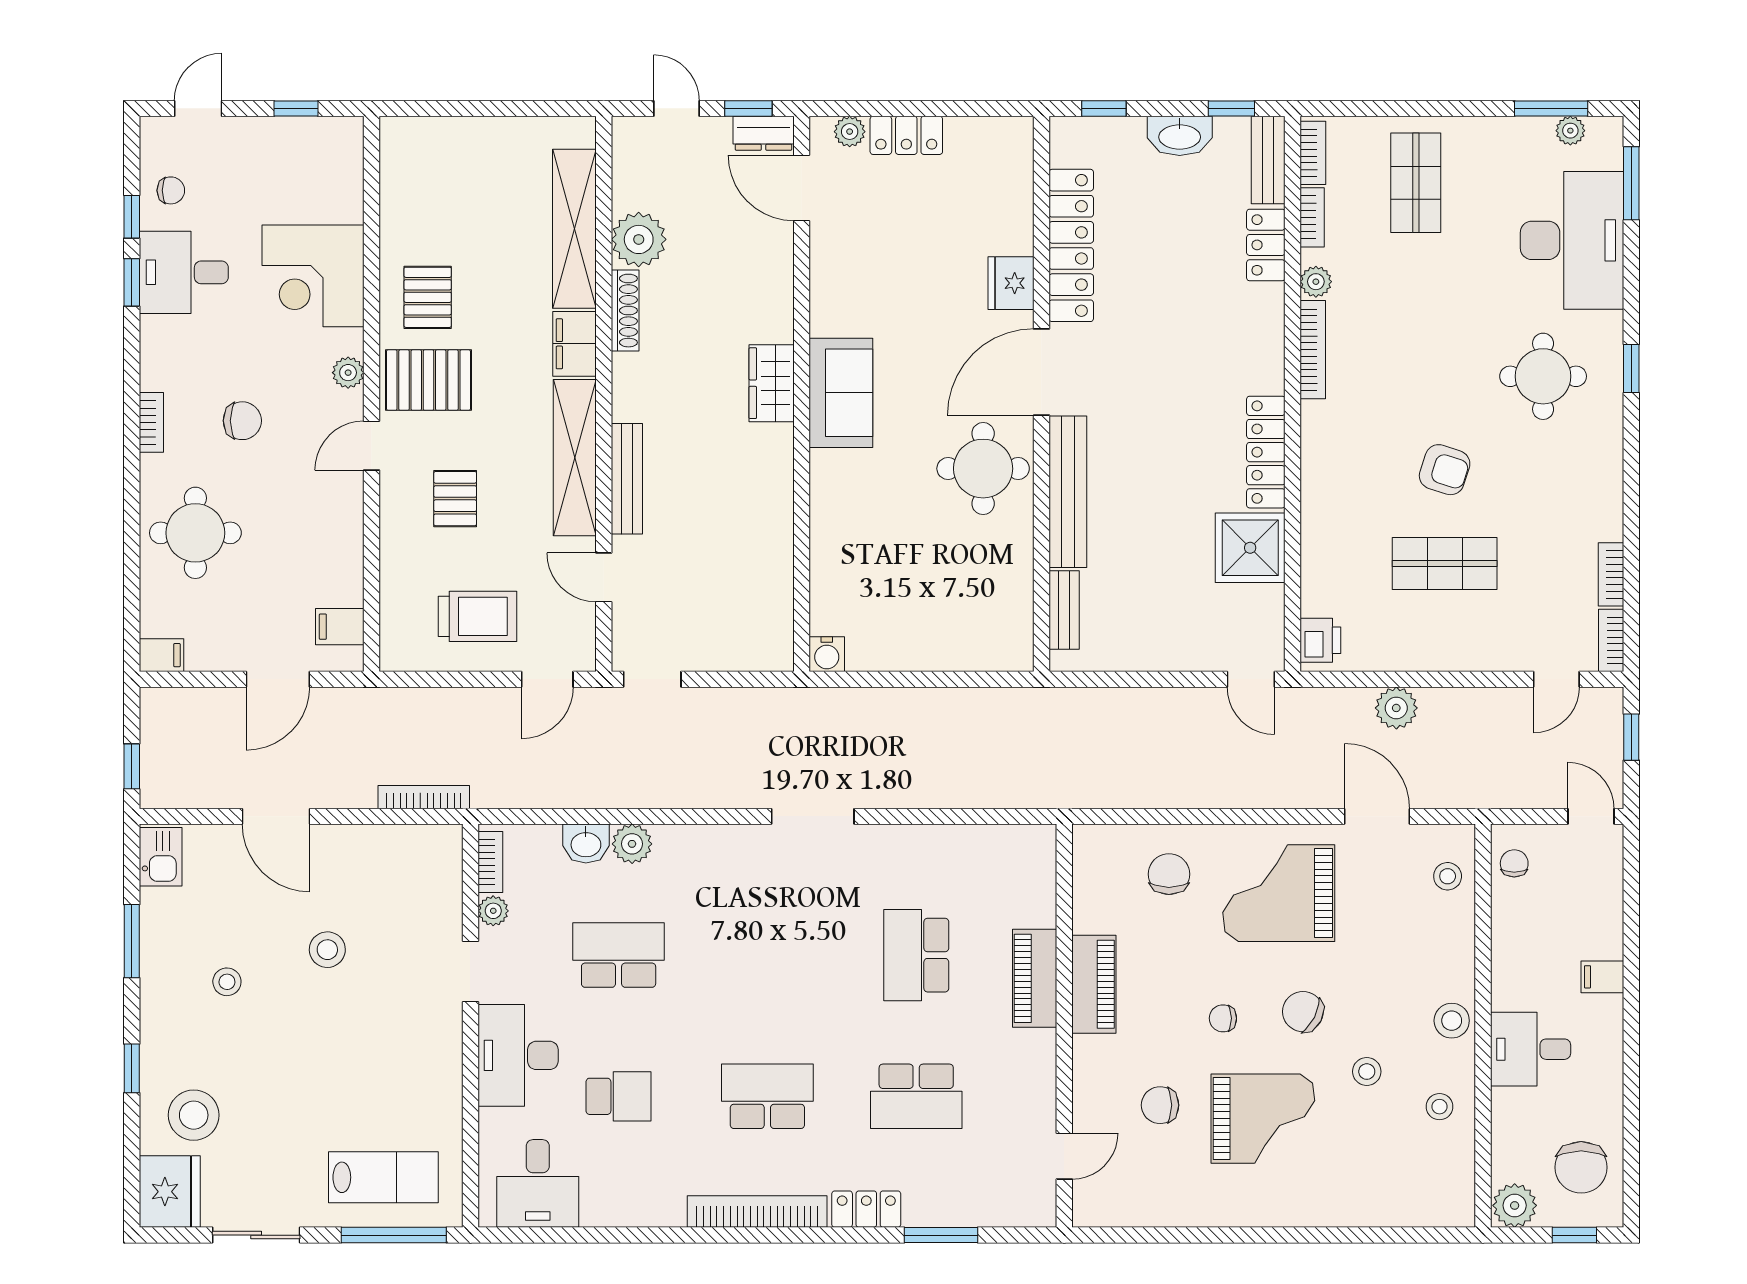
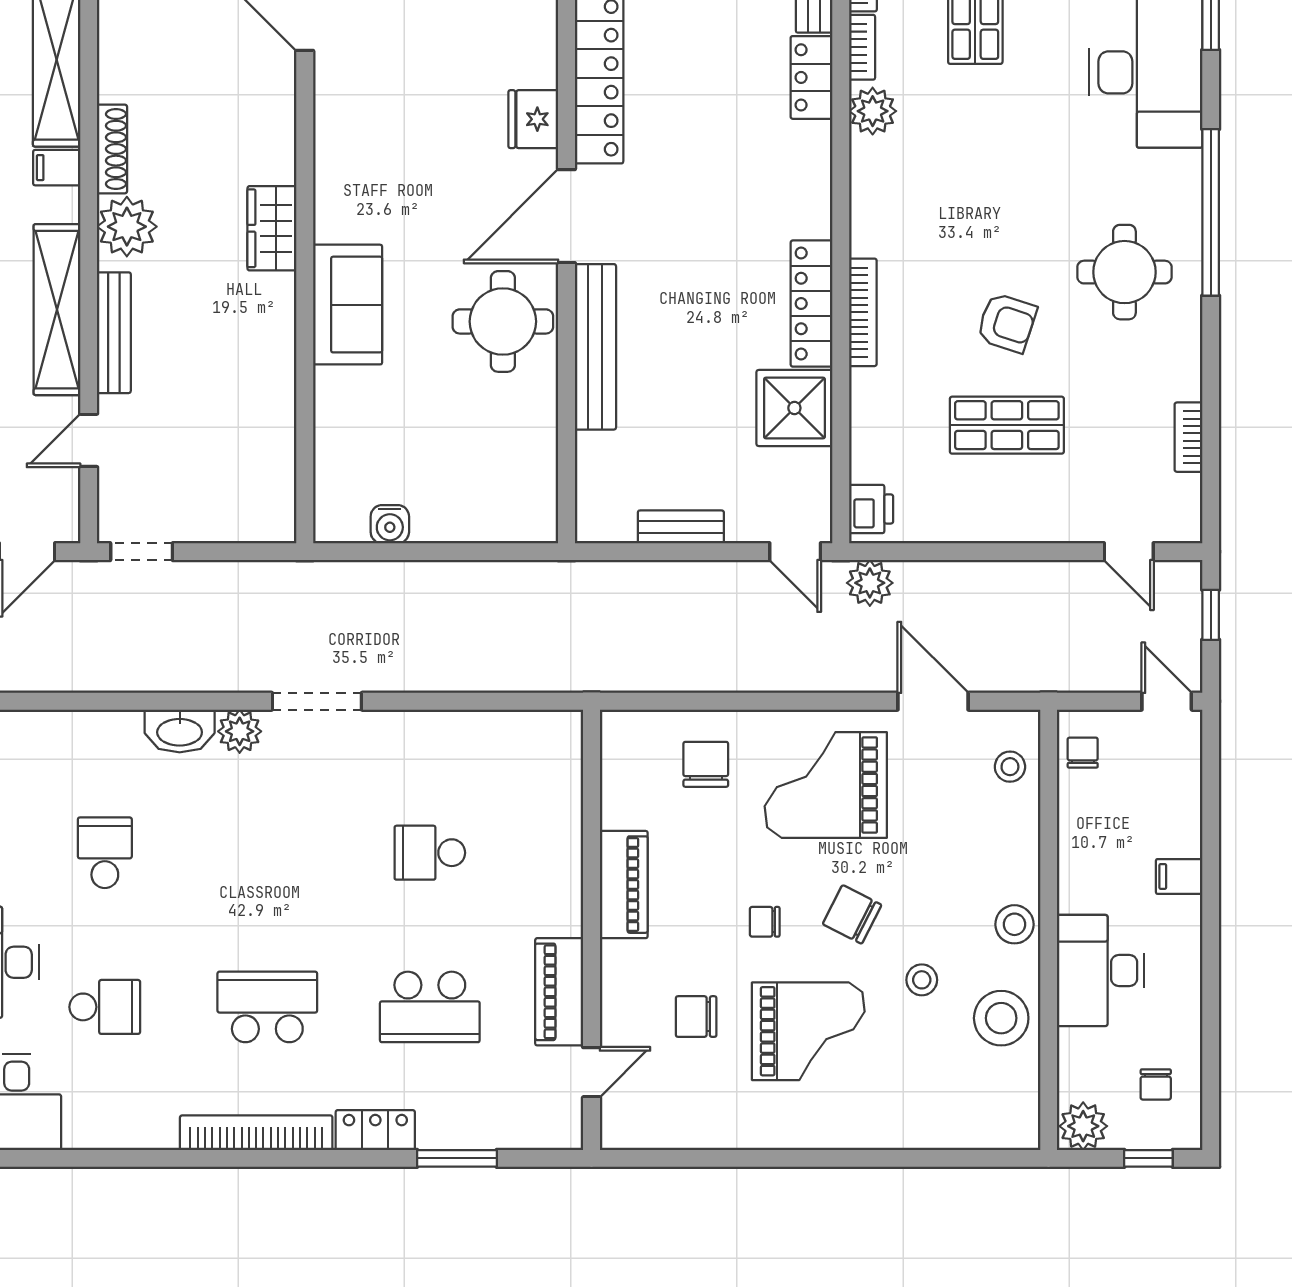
plant: (639, 239) -> (127, 227), moved
plant: (1316, 282) -> (873, 111), width x1.38, depth x1.38
filing cabinet: (574, 344) -> (57, 168), width x0.50
bookcase: (1313, 350) -> (863, 312), moved
window: (1631, 369) -> (1211, 212), width x3.17
round table: (1543, 376) -> (1124, 272), moved
sofa: (841, 393) -> (348, 305), moved
door: (604, 577) -> (89, 440), hinge flipped
bench: (1064, 610) -> (681, 527), moved, turned 90
bookcase: (1611, 640) -> (1189, 509), removed
water cooler: (827, 654) -> (390, 524), moved
door: (1556, 679) -> (1129, 552), hinge flipped
plant: (1396, 708) -> (870, 583), moved
washbasin: (586, 844) -> (180, 731), moved, width x1.38
plant: (632, 844) -> (240, 731), moved
school desk: (619, 955) -> (105, 853), width x0.54
school desk: (916, 955) -> (430, 853), width x0.54
piano: (1035, 978) -> (559, 992), moved
desk: (1531, 1049) -> (1101, 971), width x1.37
stool: (1440, 1107) -> (1001, 1018), width x1.89, depth x1.89
chair: (1581, 1167) -> (1156, 1084), width x0.54, depth x0.54

